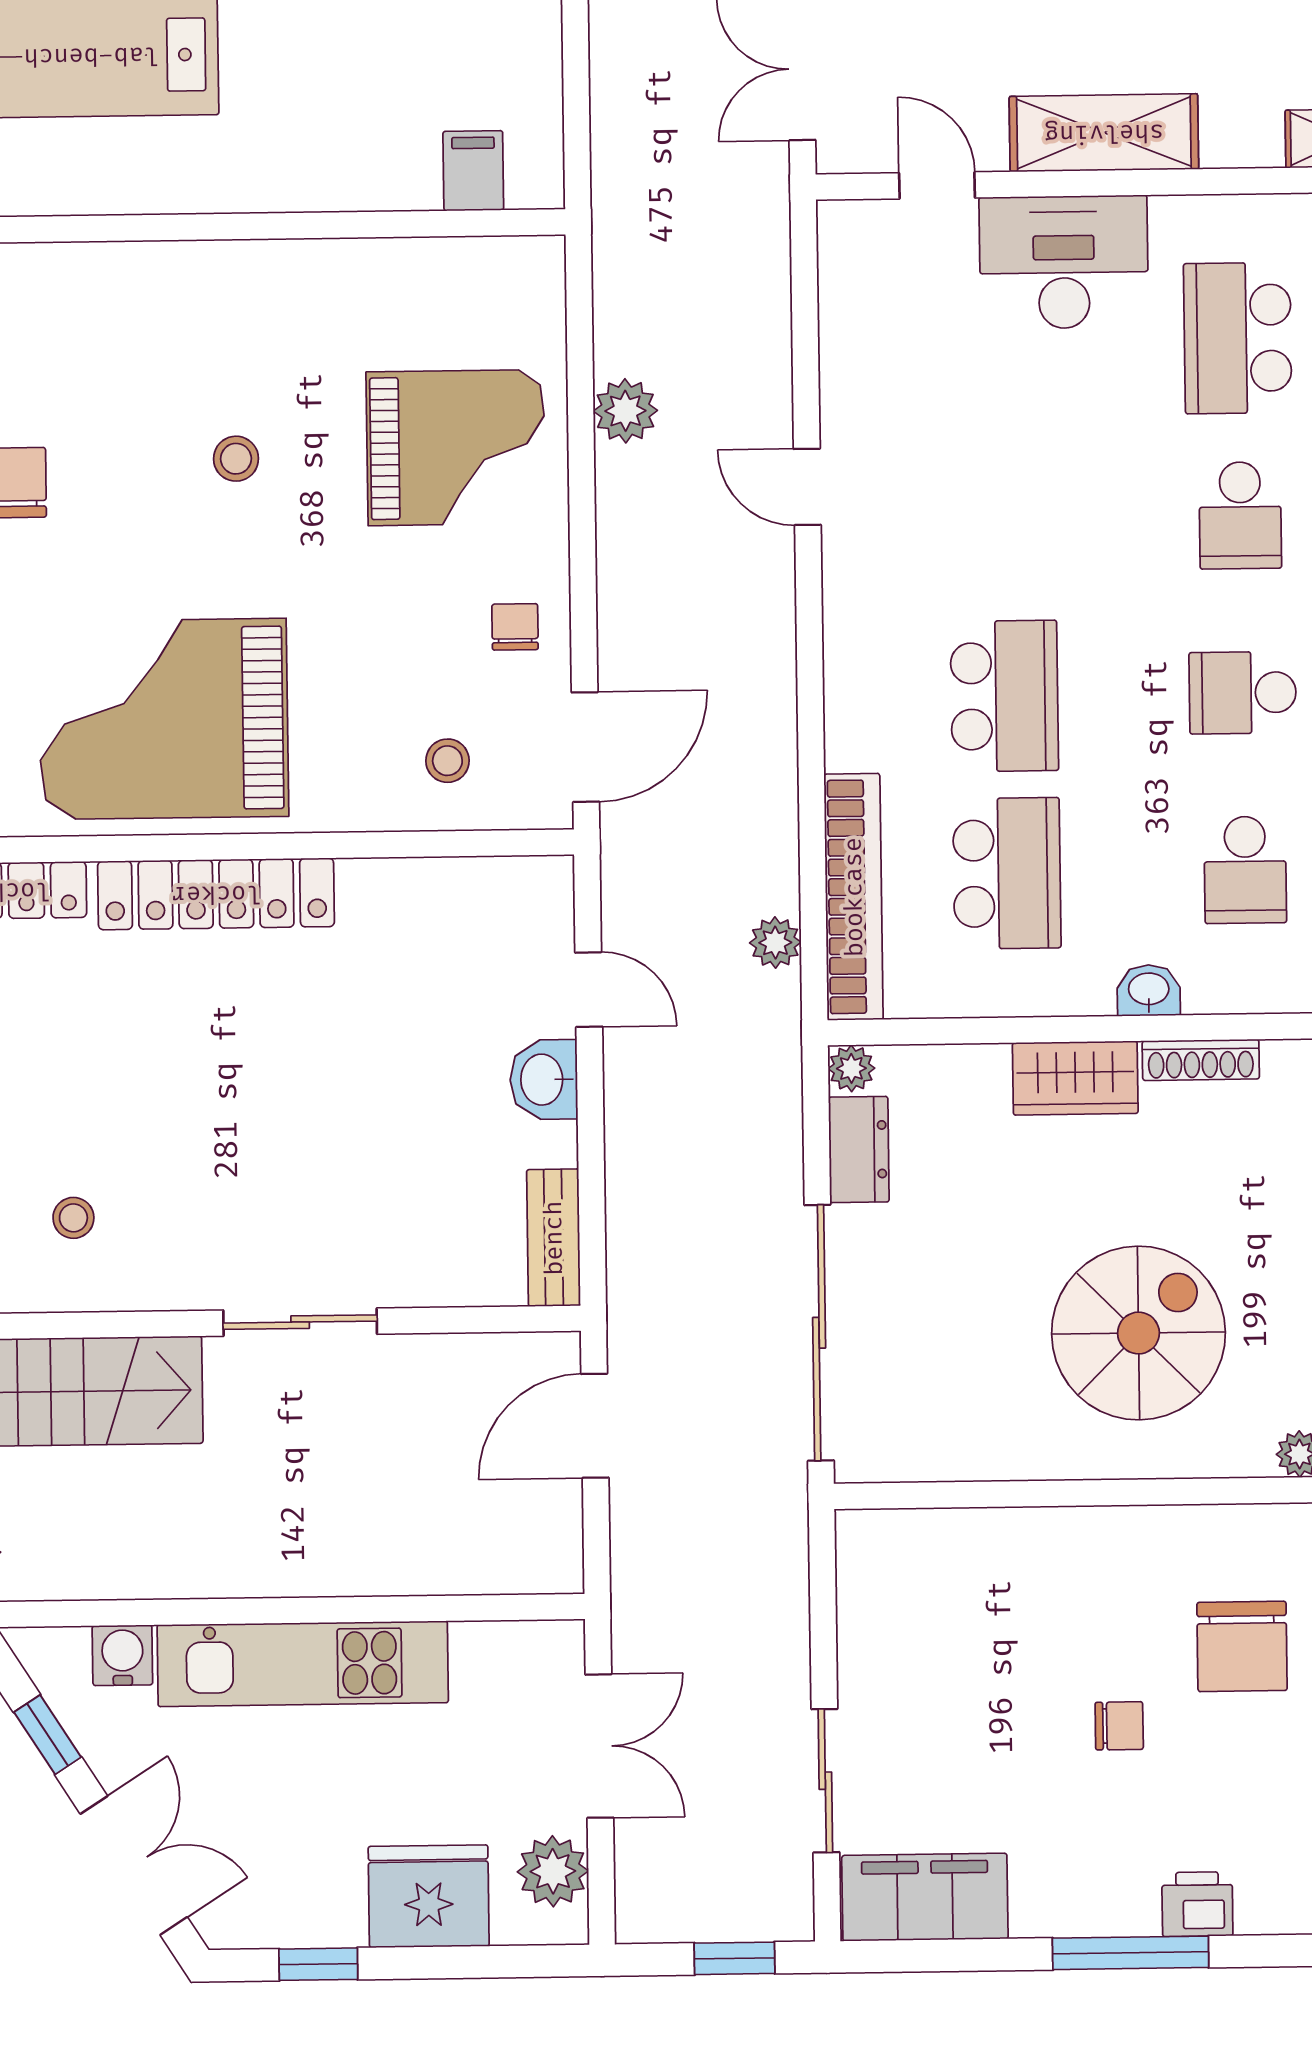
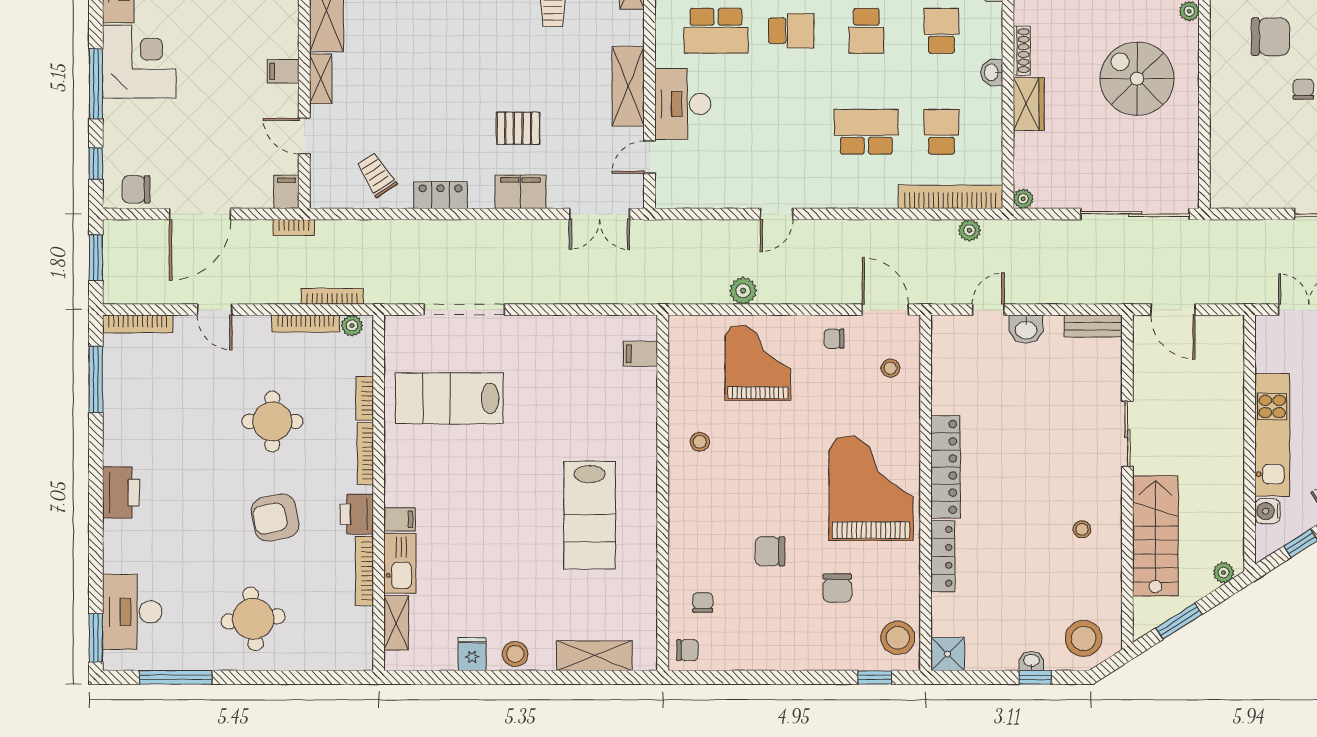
stool: (236, 459) -> (700, 442), moved
grand piano: (164, 719) -> (871, 488), turned 180
school desk: (1245, 870) -> (941, 31), turned -90
school desk: (1007, 873) -> (941, 132), width x0.54
dresser: (859, 1150) -> (1058, 196), removed

